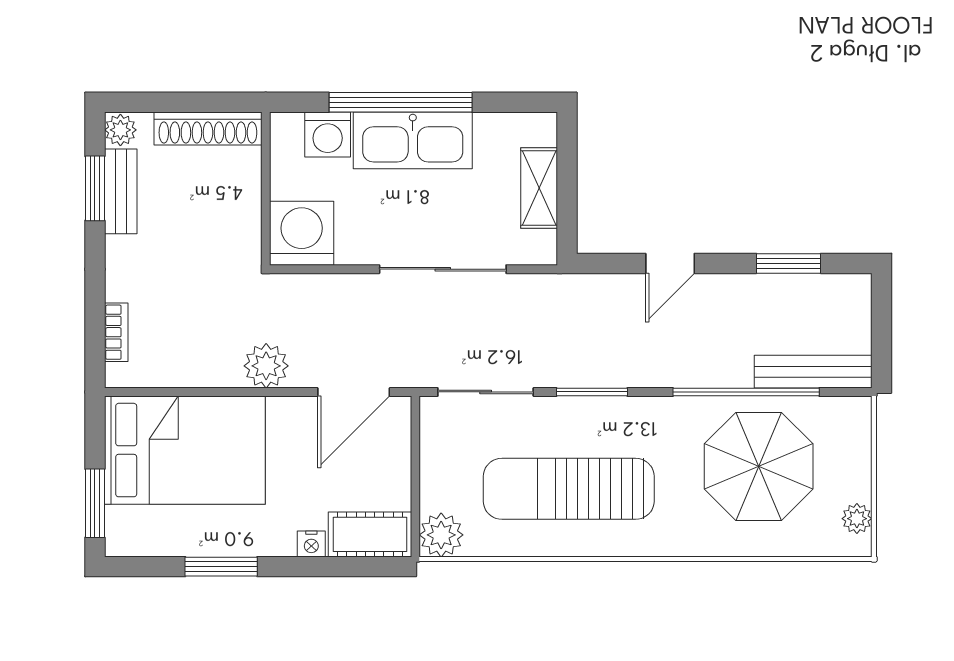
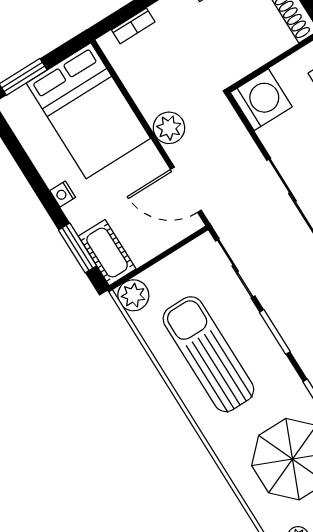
nightstand: (311, 544) -> (63, 194), moved
window: (221, 567) -> (78, 248), moved

